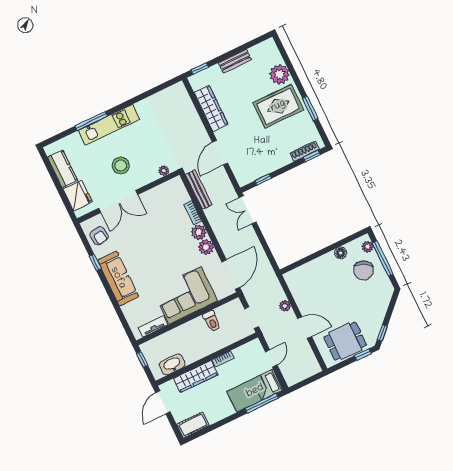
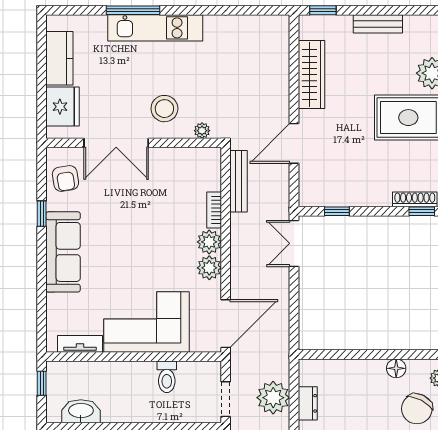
stool: (121, 165) -> (164, 109), moved
dresser: (300, 297) -> (308, 403), added
plant: (285, 306) -> (273, 398), width x1.87, depth x1.87

